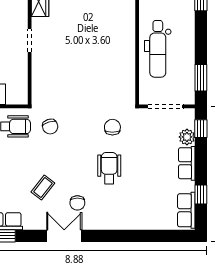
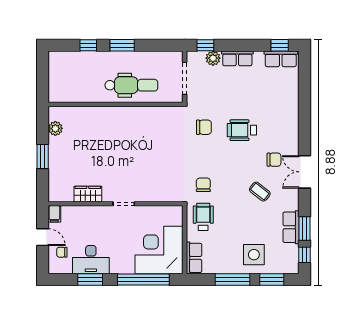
window: (201, 78) -> (122, 45), moved
chair: (50, 127) -> (203, 185), turned -72
chair: (112, 127) -> (204, 127), turned 180
window: (201, 194) -> (280, 45), moved

